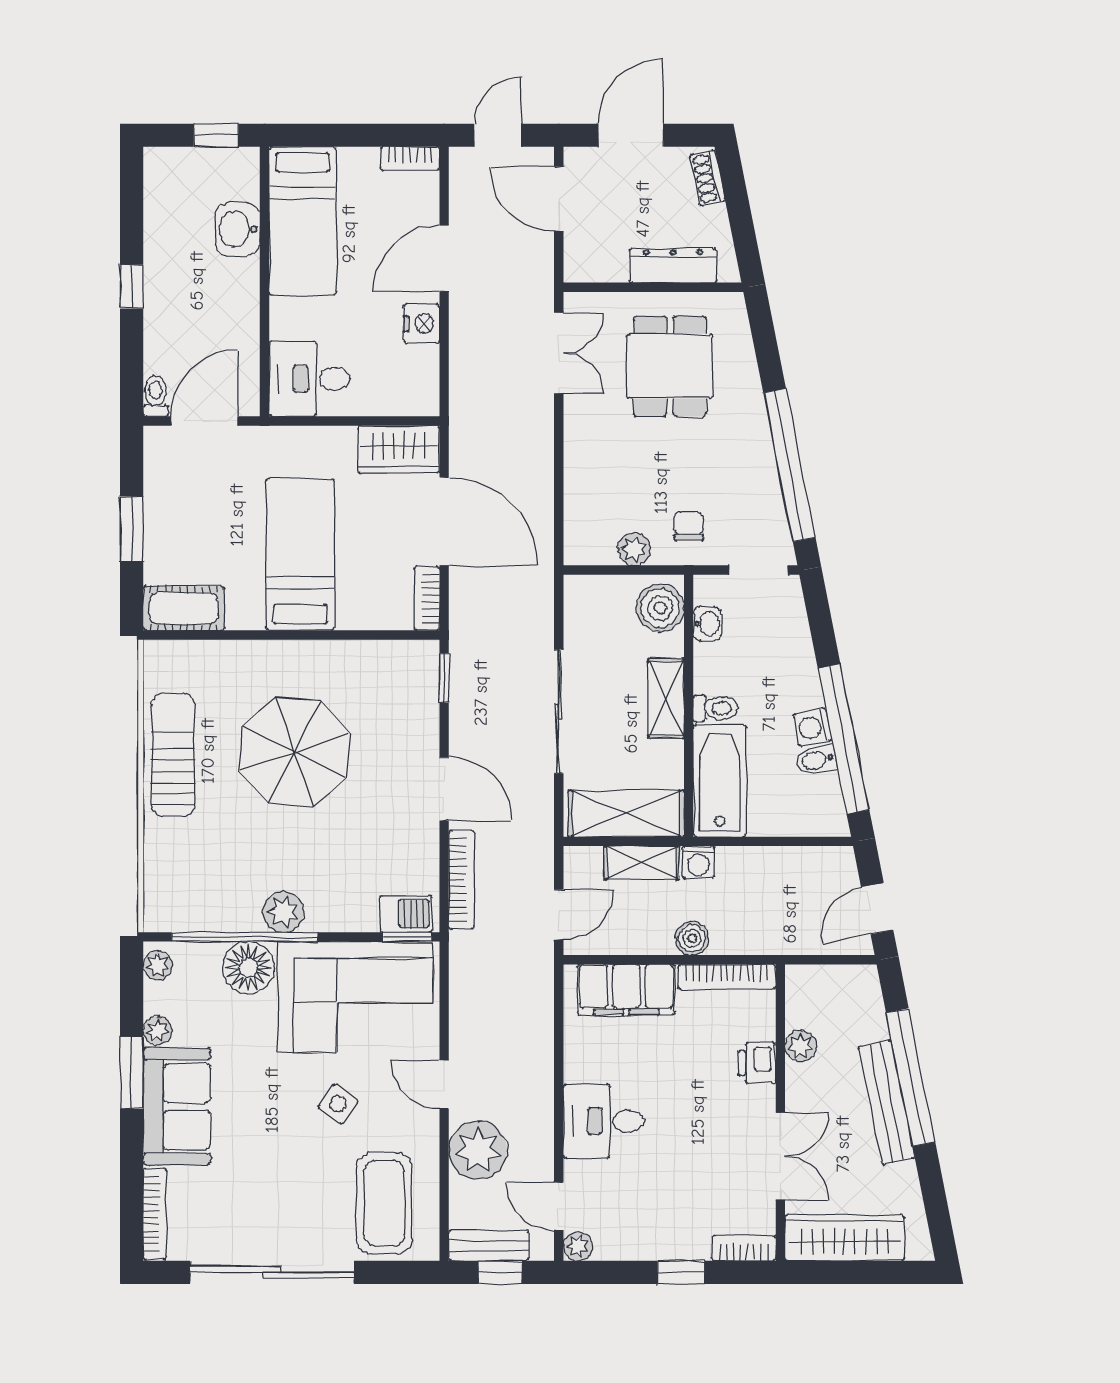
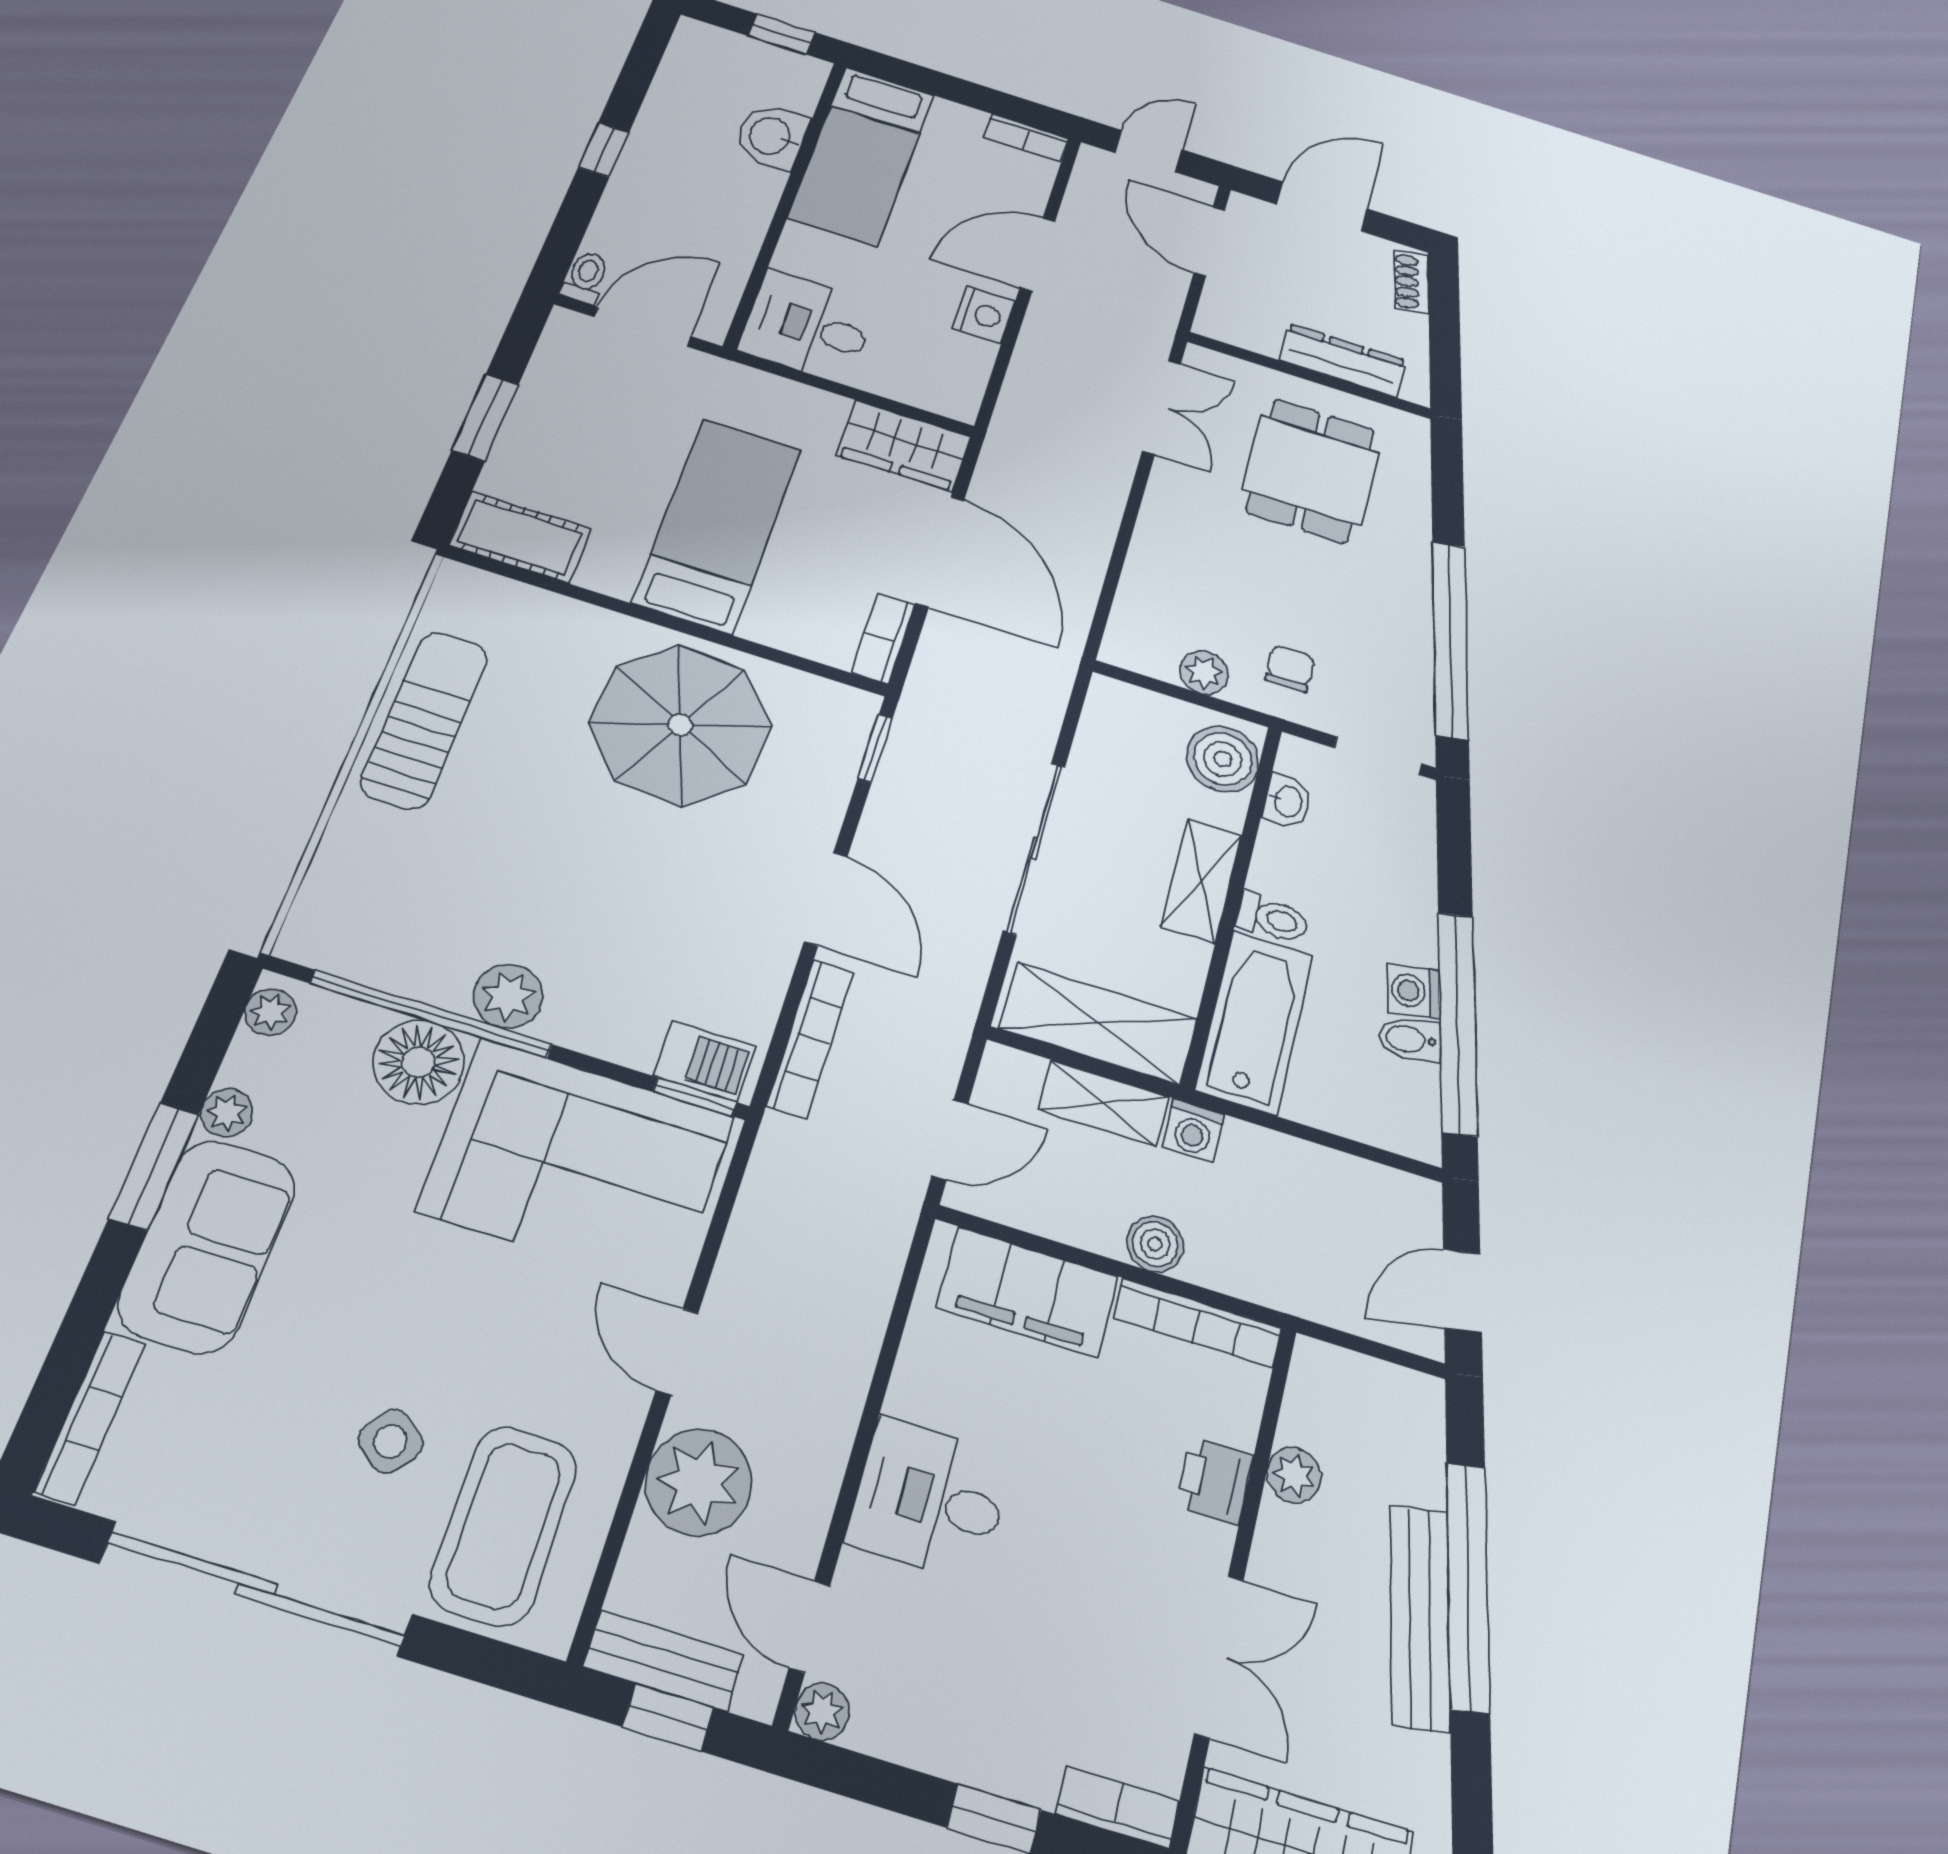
parasol: (294, 752) -> (680, 725), moved
side table: (338, 1104) -> (390, 1441), moved

